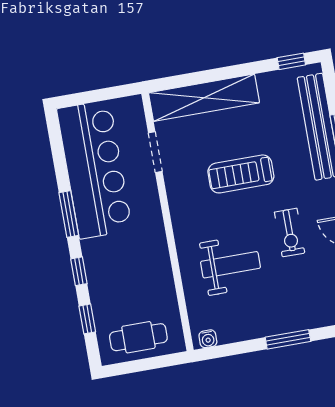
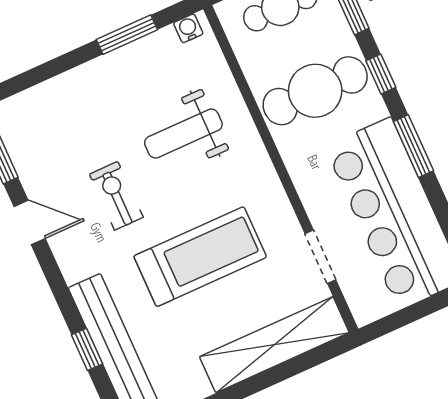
treadmill: (241, 174) -> (200, 257), width x1.37, depth x1.38
cafe table: (129, 271) -> (315, 91), added
window: (288, 339) -> (127, 35), moved

